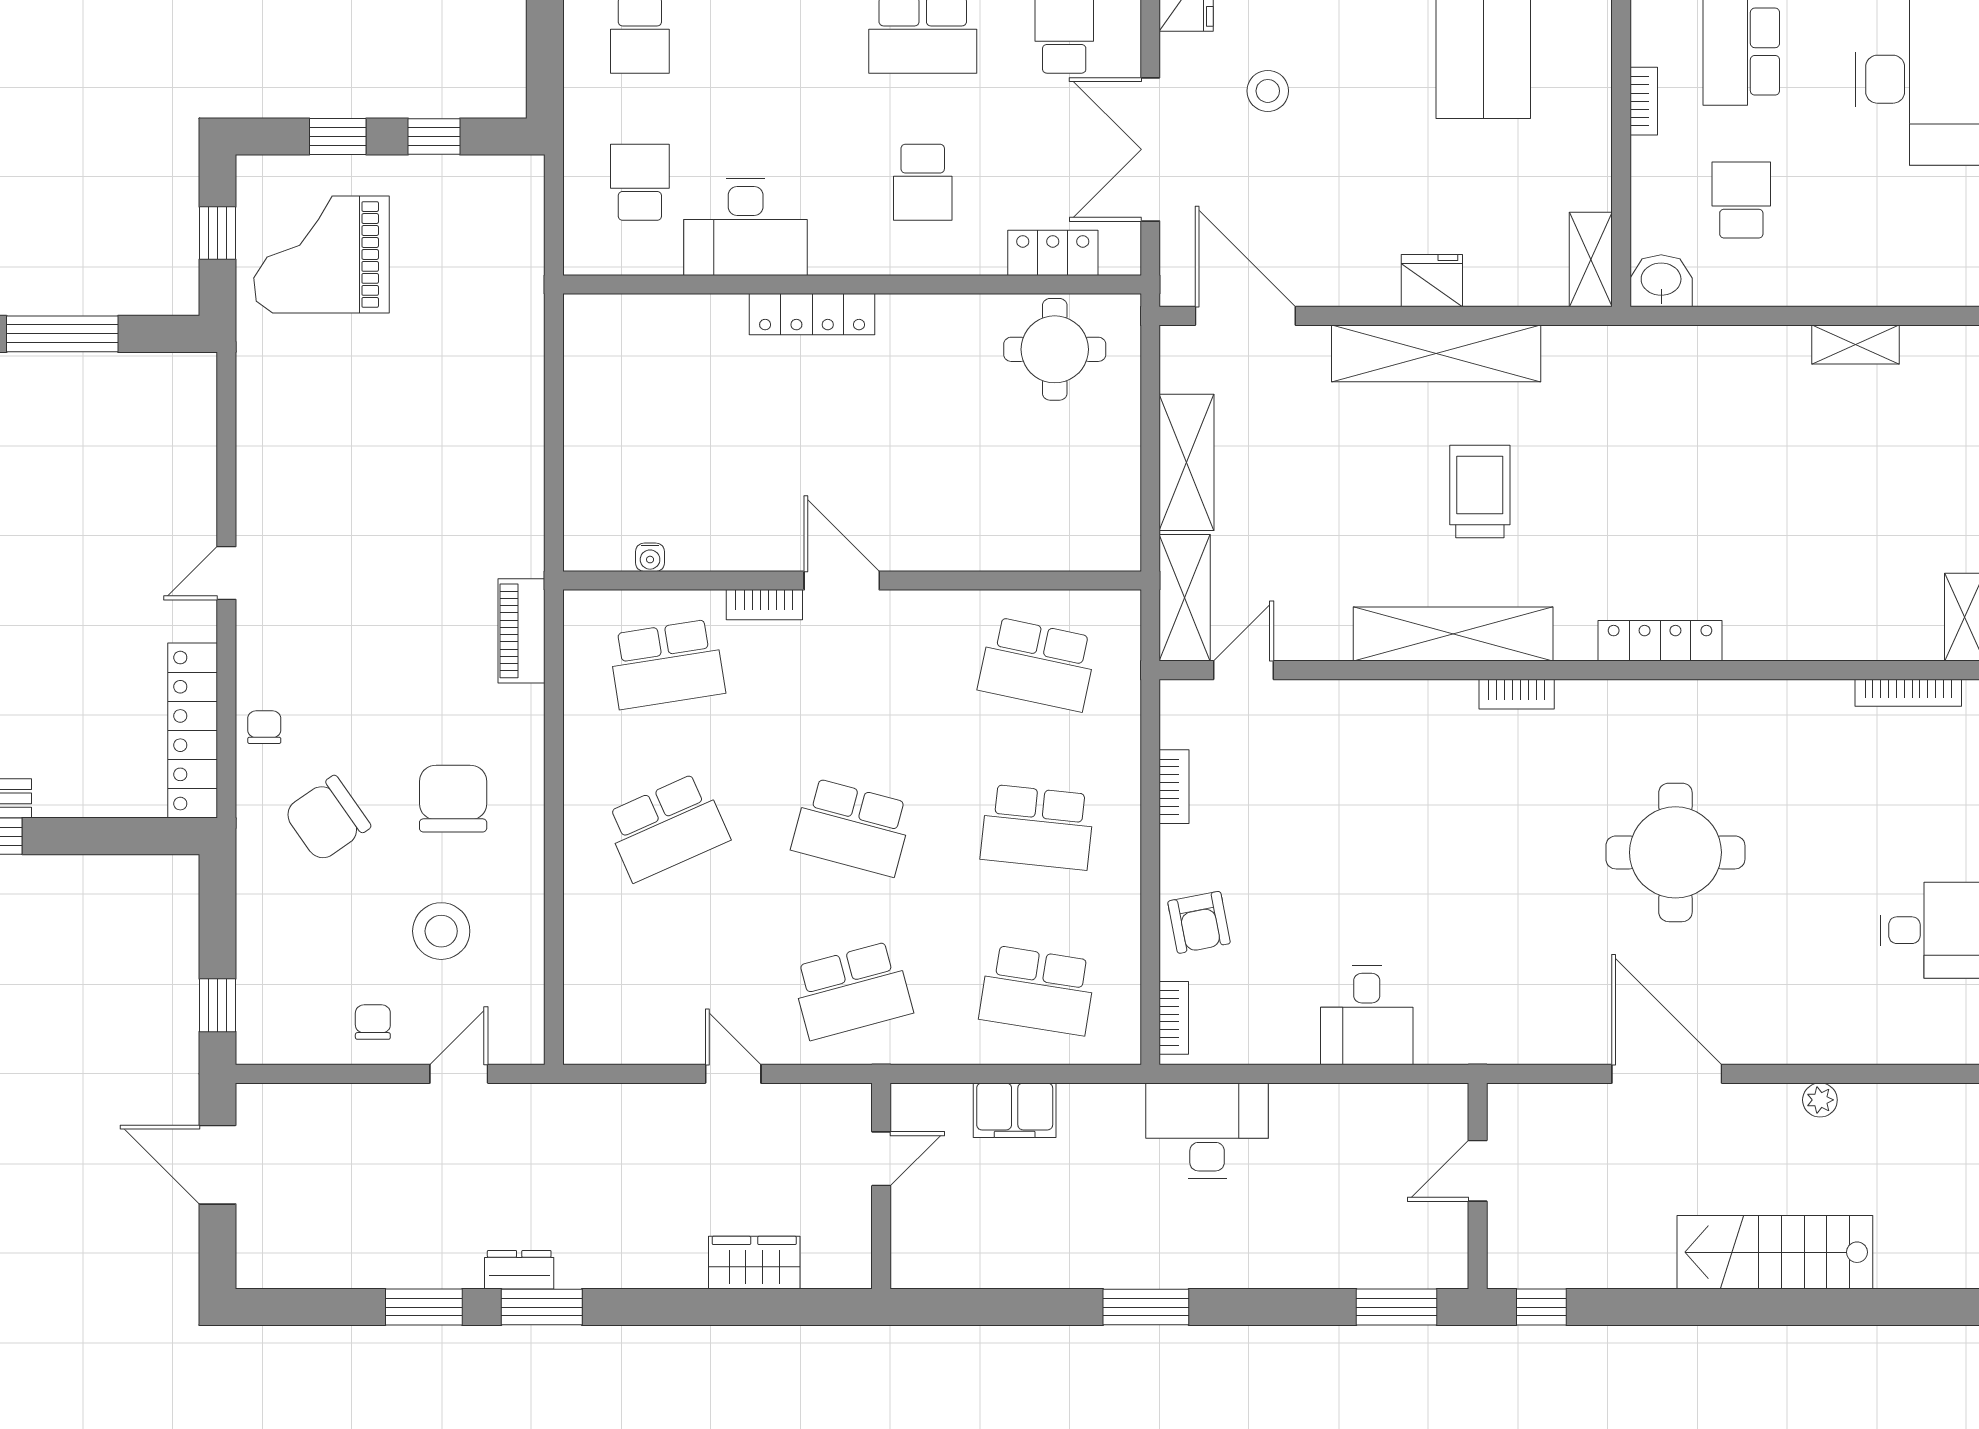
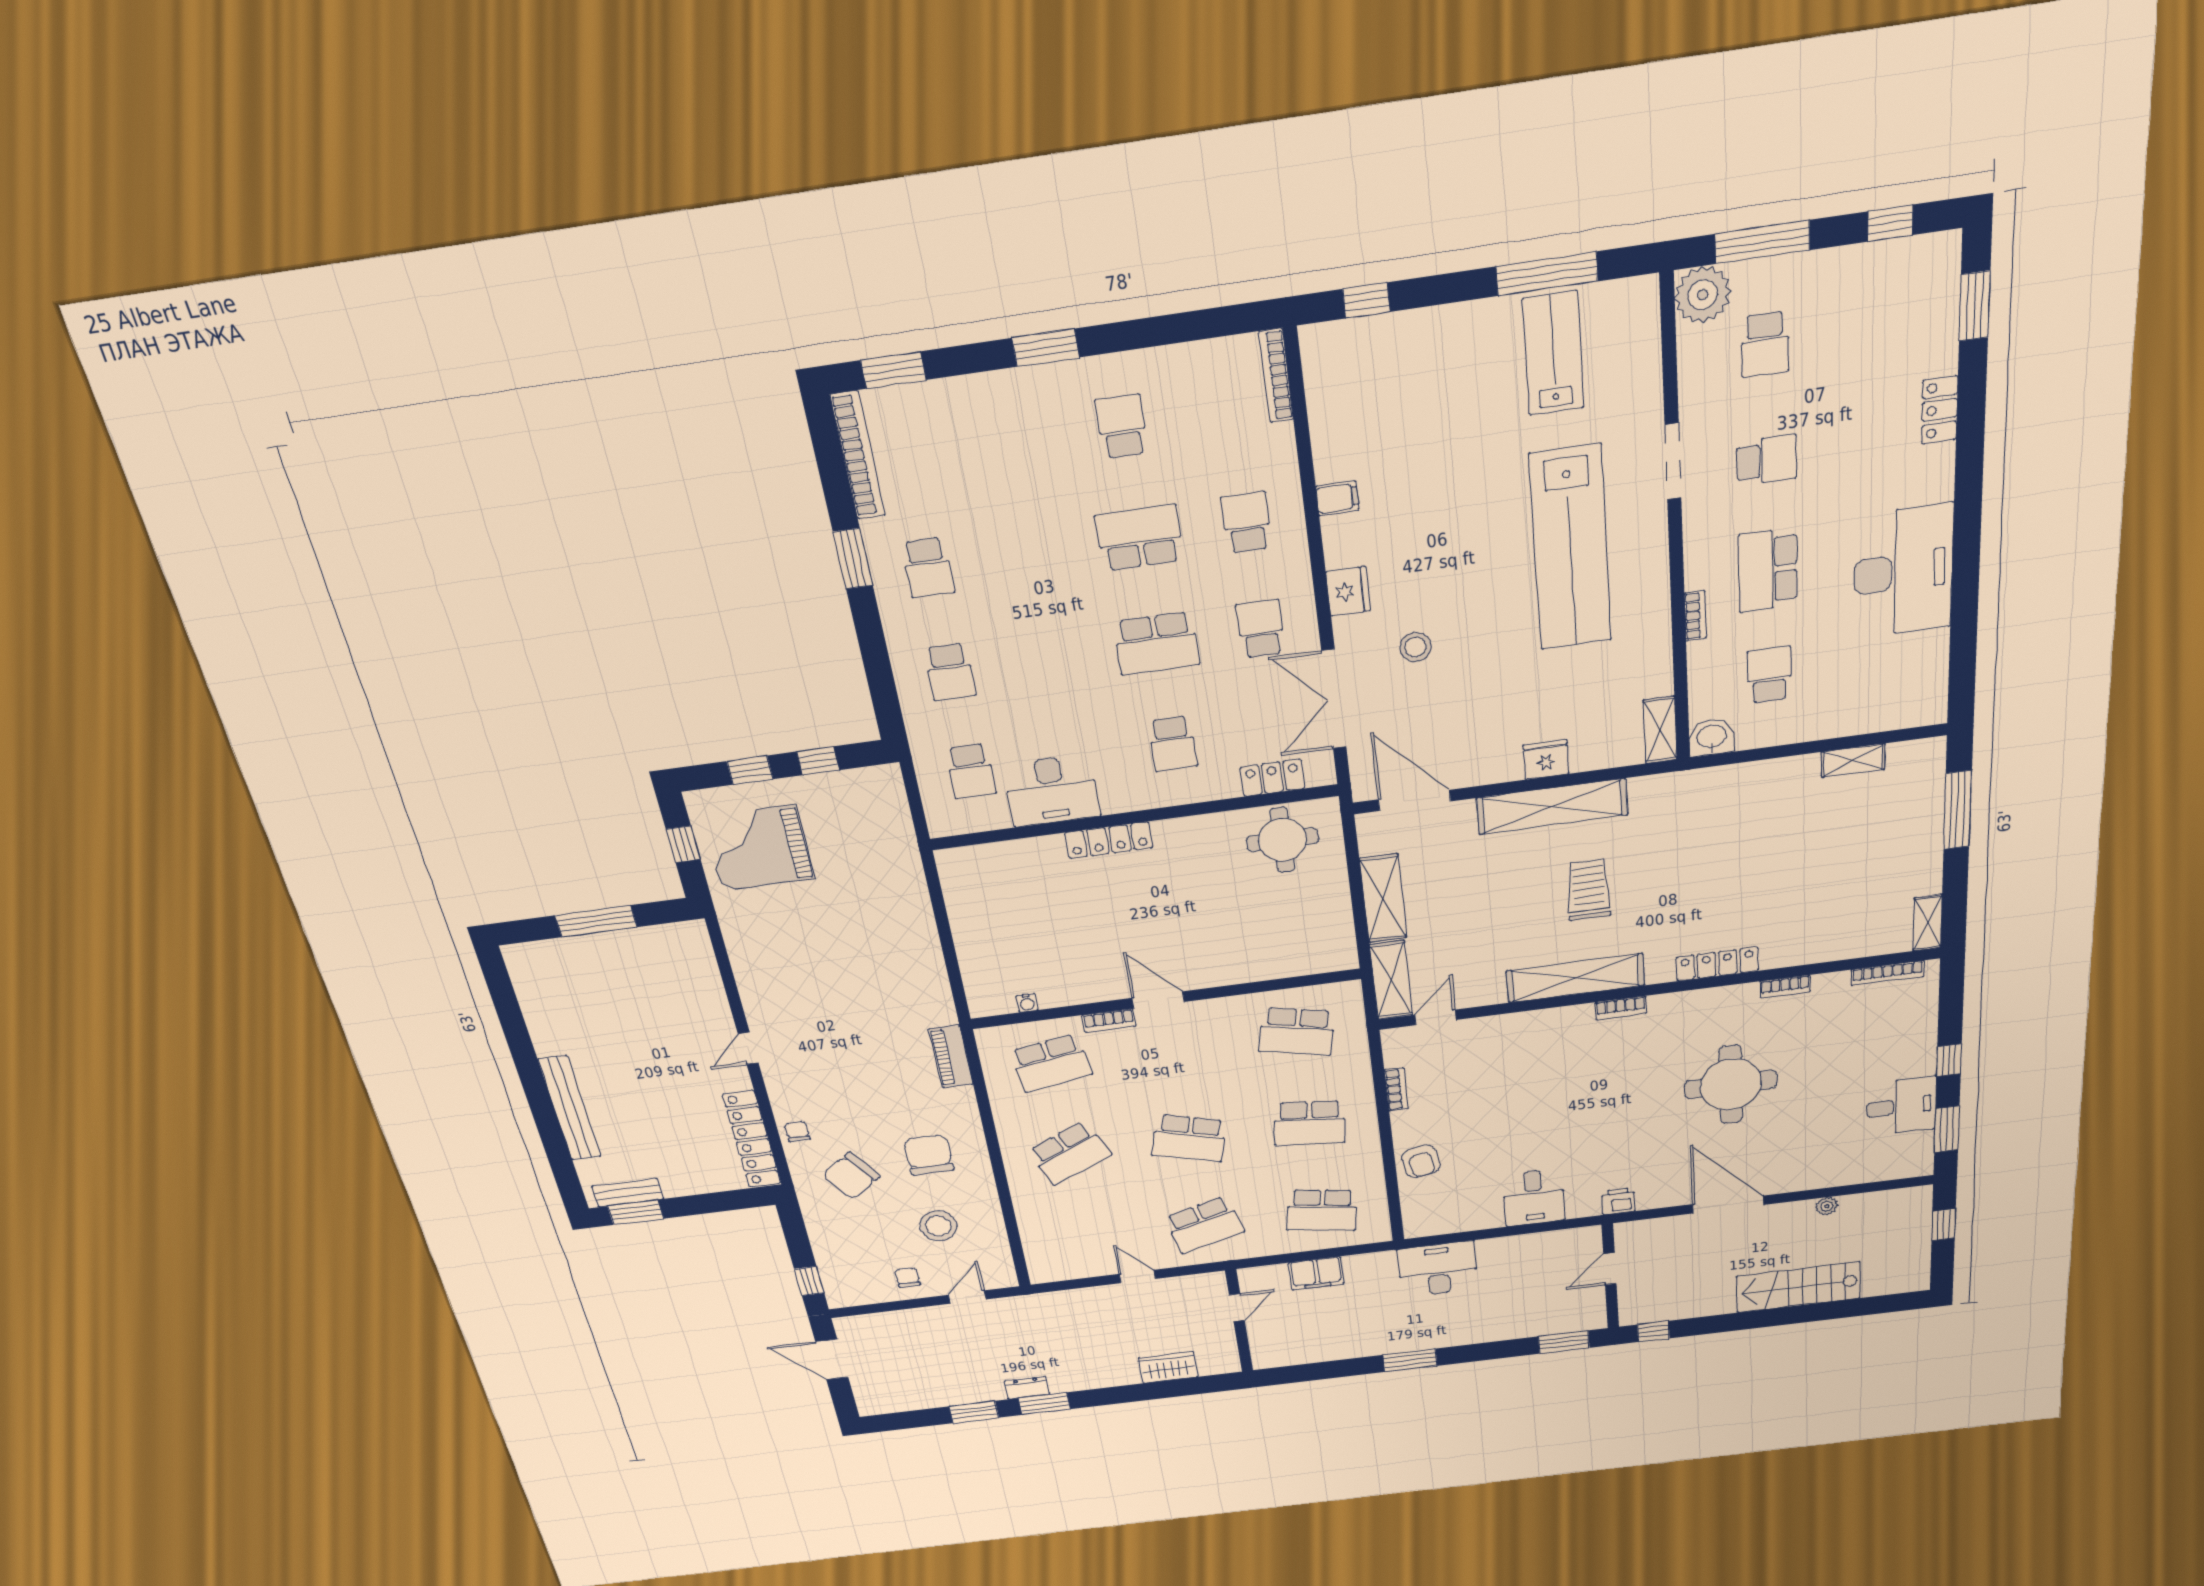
school desk: (640, 182) -> (971, 771), turned 180
bookcase: (1174, 1018) -> (1785, 987), moved, turned 90
printer: (1497, 1042) -> (1618, 1201), added

